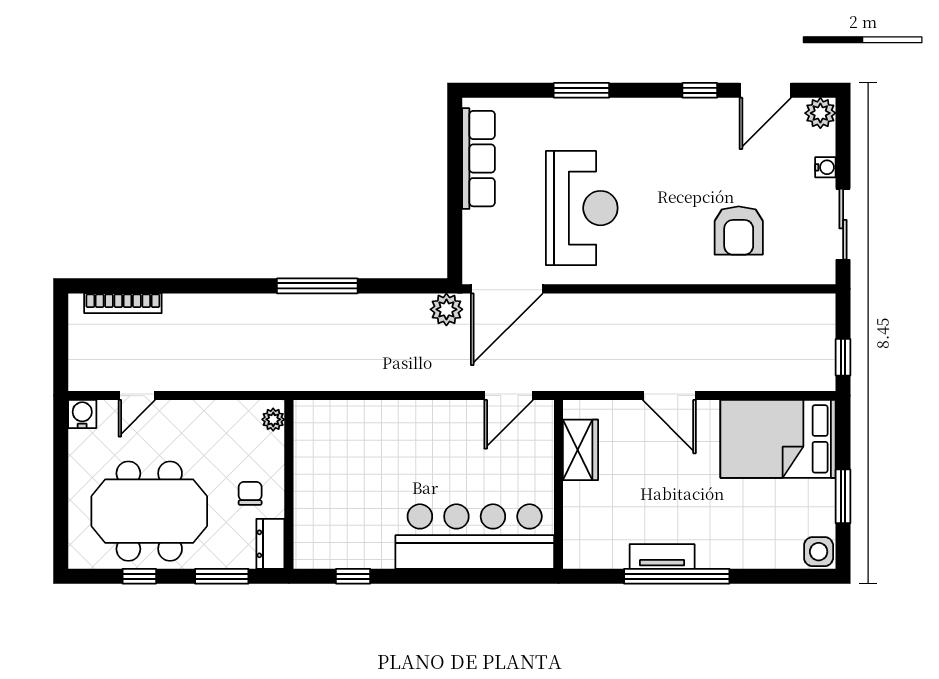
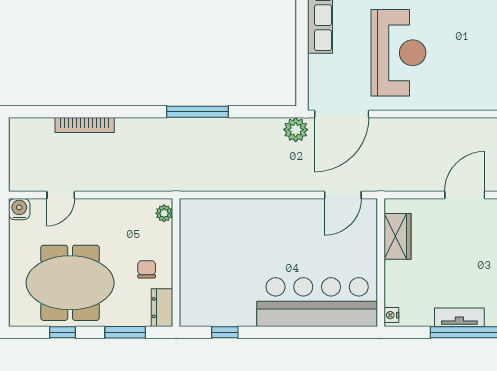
bookcase: (123, 303) -> (85, 125), moved
door: (669, 396) -> (465, 195), swing flipped
nightstand: (572, 554) -> (391, 315), added

